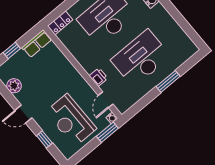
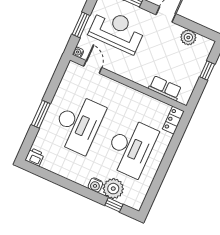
row of seats: (37, 44) -> (165, 88), moved, turned 90
printer: (98, 77) -> (35, 157), moved, turned 180
window: (107, 132) -> (81, 25), moved

